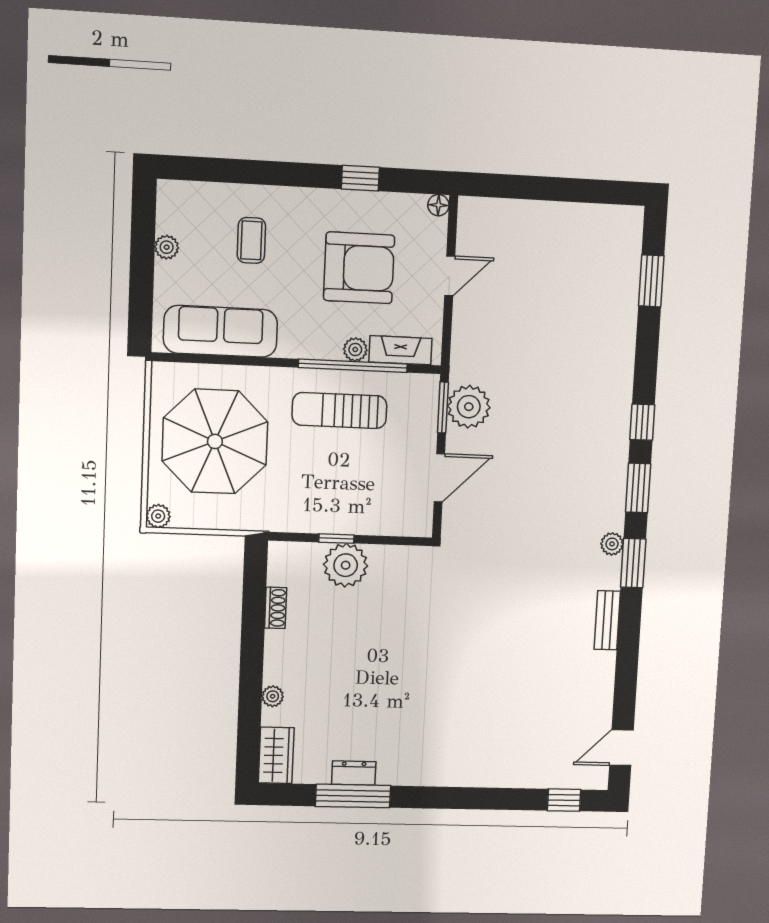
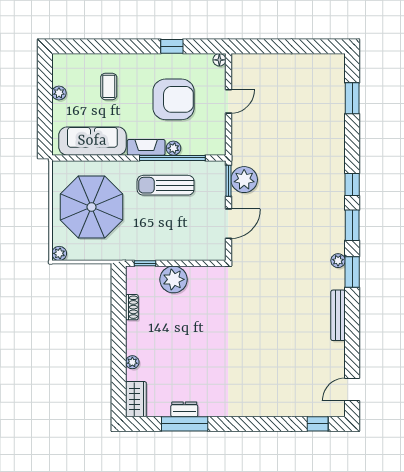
fireplace: (400, 350) -> (146, 147), moved
window: (336, 539) -> (145, 263), moved
bench: (607, 620) -> (338, 315), width x1.36

